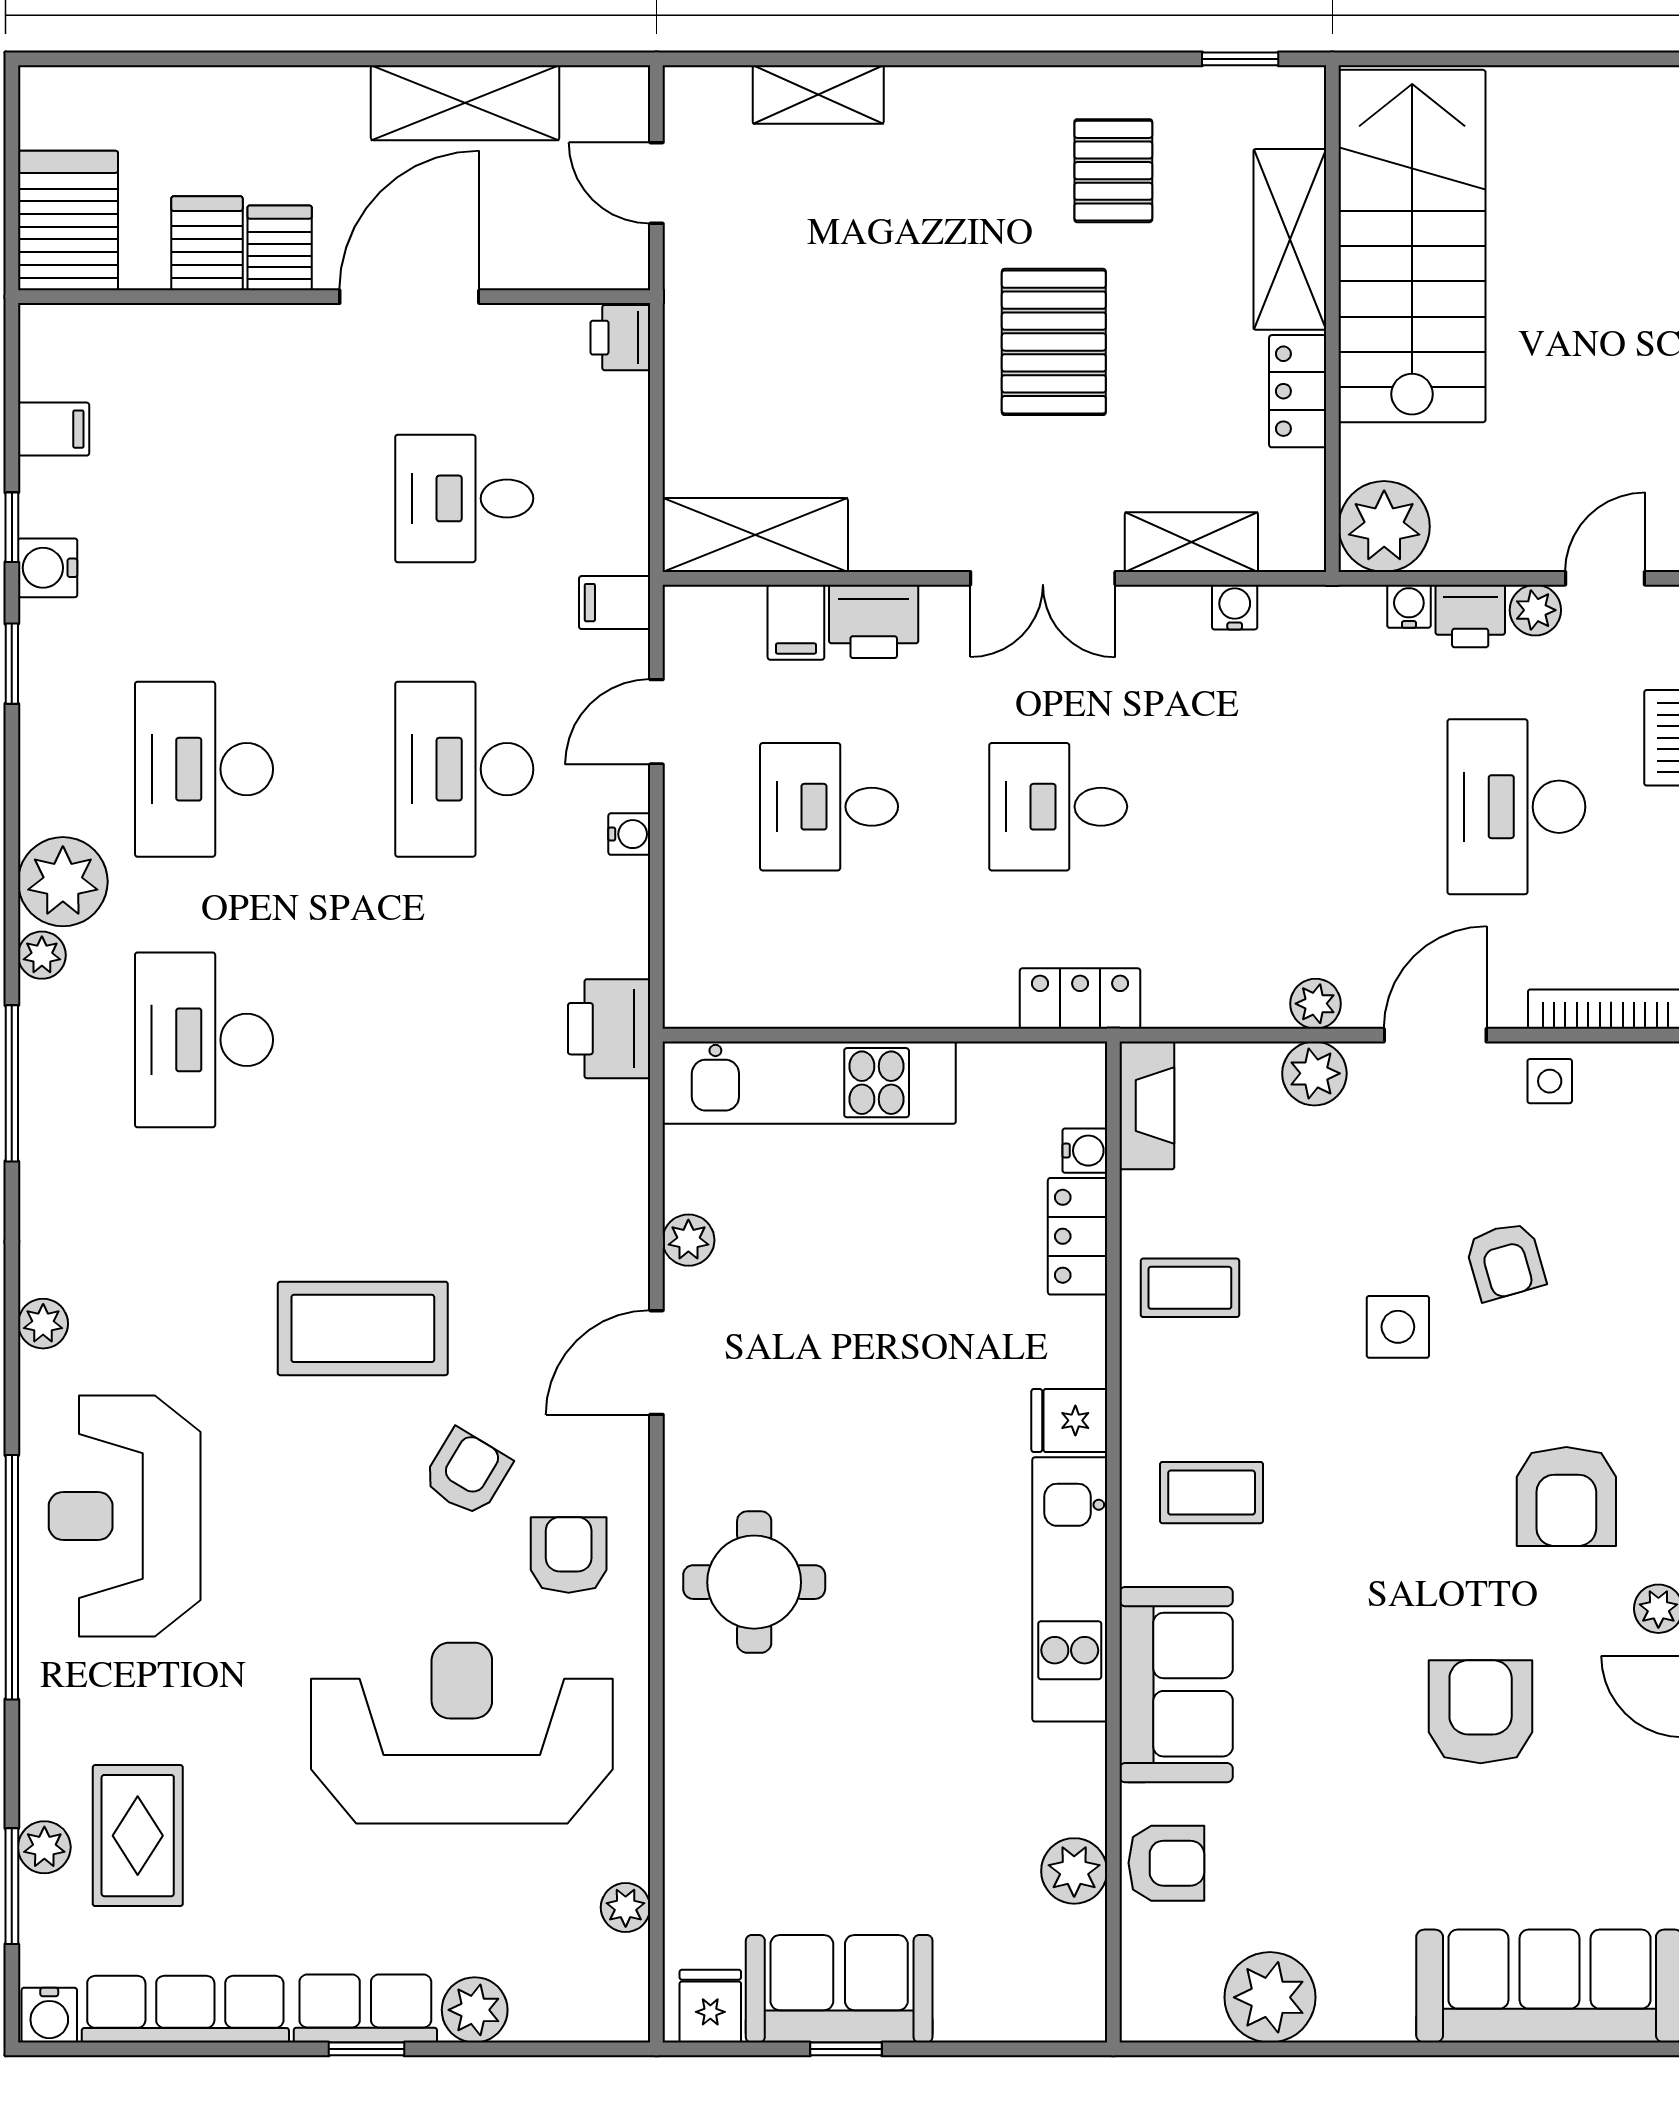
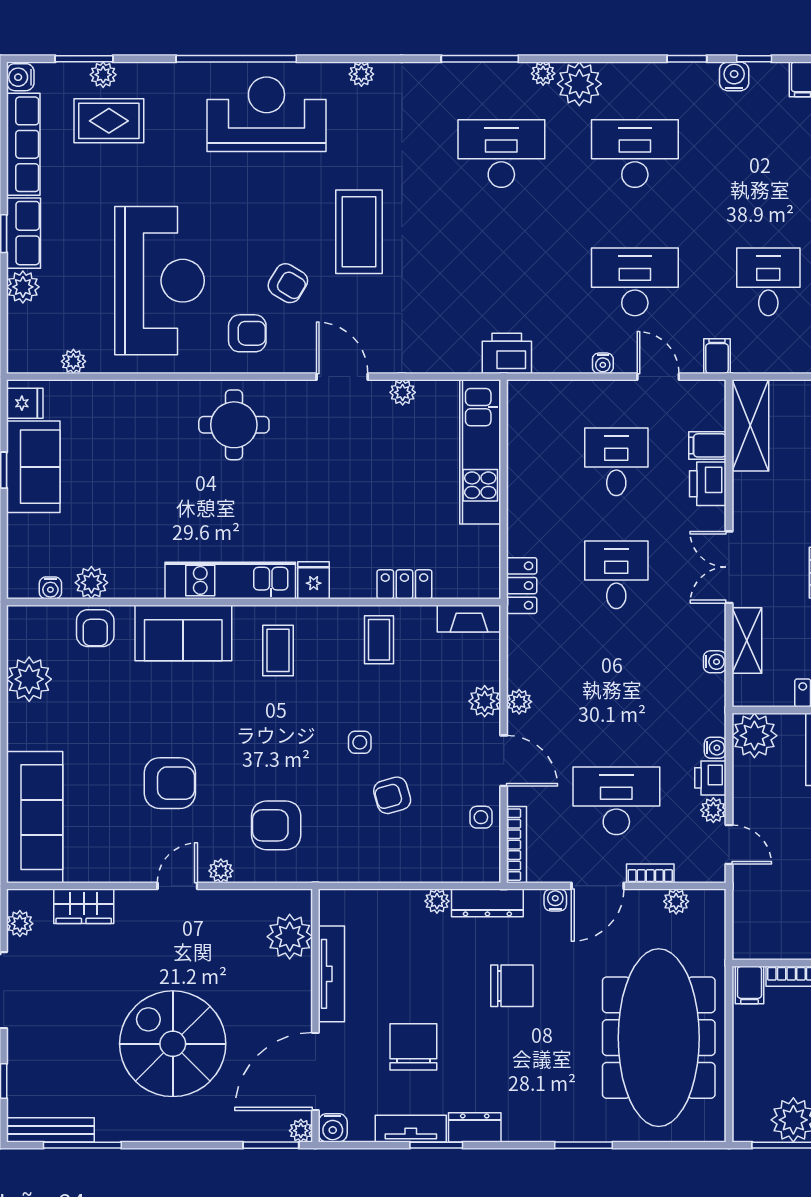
water cooler: (1085, 1151) -> (50, 588), moved
side table: (1398, 1327) -> (360, 742), width x0.73, depth x0.73

